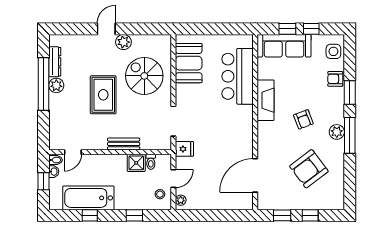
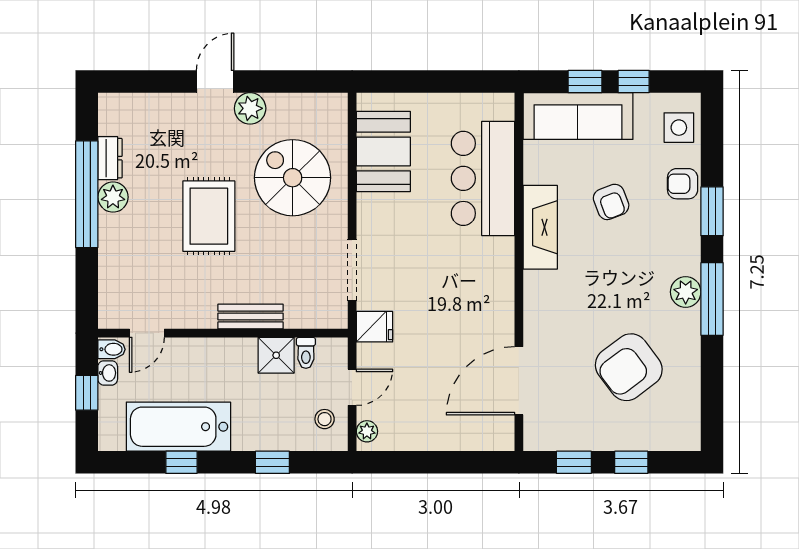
dresser: (55, 62) -> (110, 158), width x0.70
armchair: (303, 119) -> (611, 202), moved

